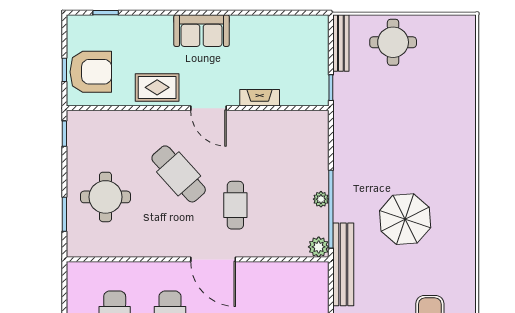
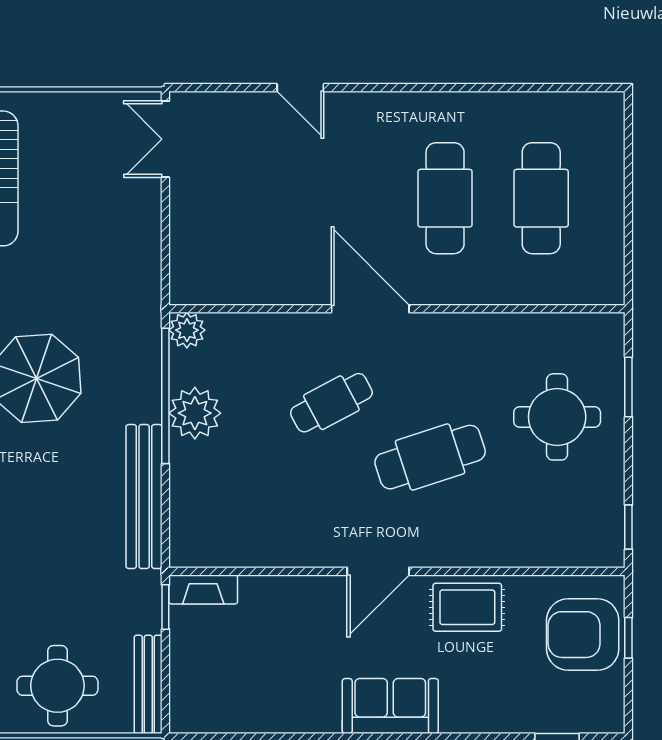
fireplace: (260, 98) -> (203, 589), moved
door: (208, 108) -> (378, 571), swing flipped
cafe table: (179, 174) -> (430, 457), turned -66
plant: (321, 199) -> (195, 413), width x1.88, depth x1.88
cafe table: (235, 205) -> (331, 403), turned 62
bench: (343, 264) -> (144, 496), moved

